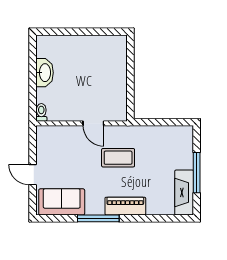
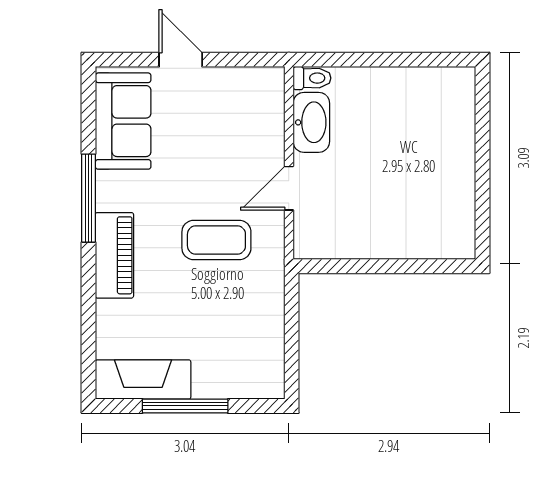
washbasin: (44, 73) -> (311, 122), moved, turned -90
coffee table: (118, 158) -> (216, 240), turned 90
door: (33, 175) -> (181, 60), hinge flipped

